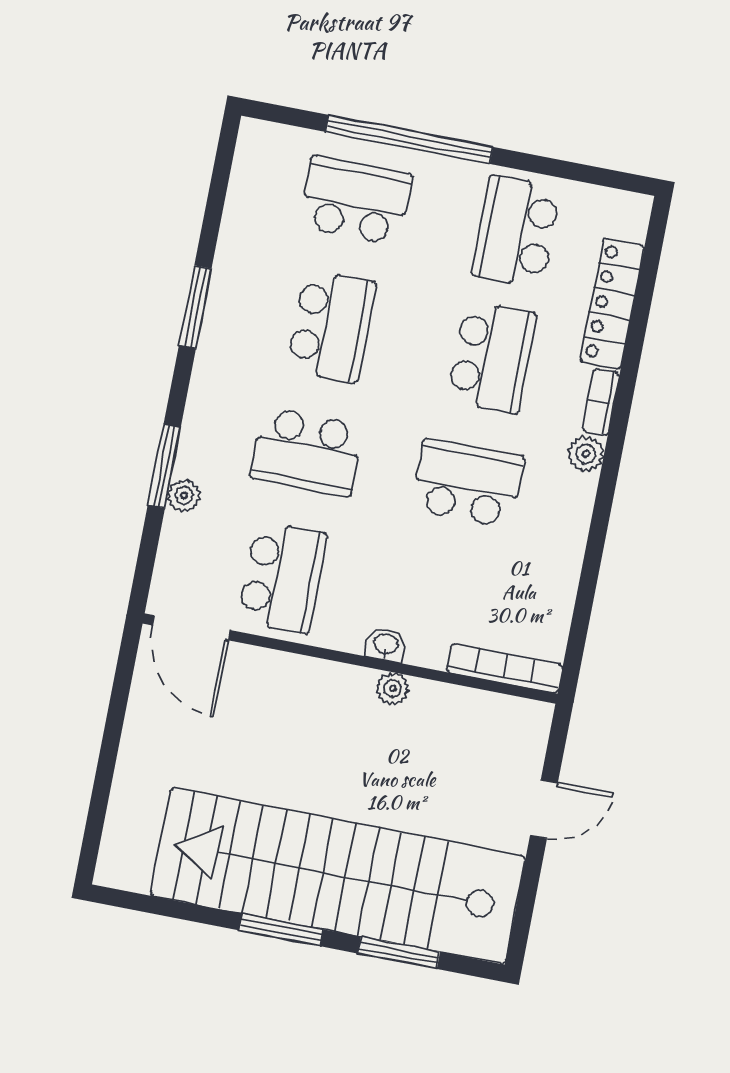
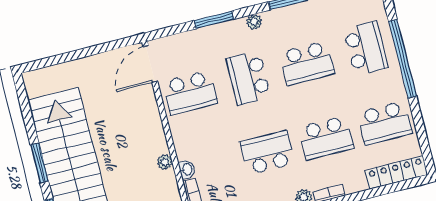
school desk: (516, 232) -> (385, 123), turned 180
locker: (612, 303) -> (396, 173), moved
school desk: (467, 483) -> (268, 153), turned -90
plant: (184, 496) -> (254, 22), moved
washbasin: (386, 645) -> (187, 169), moved

